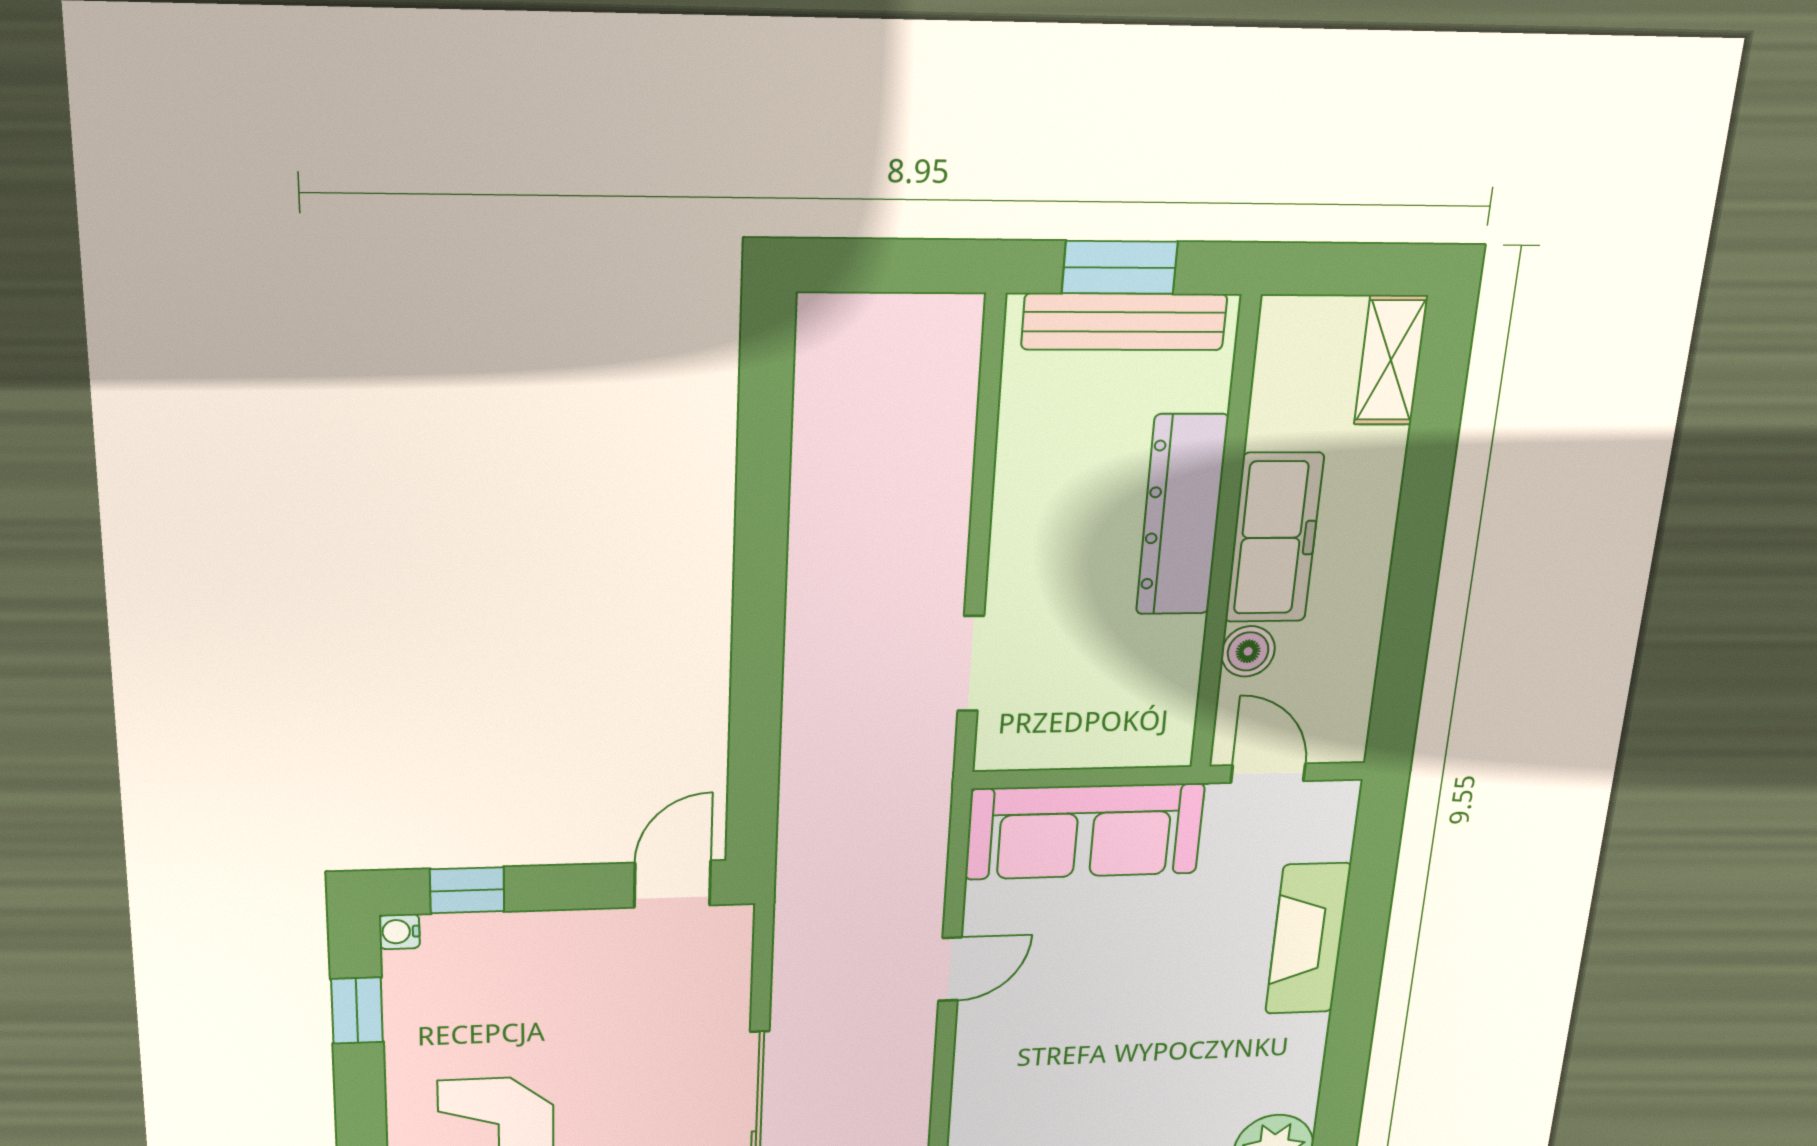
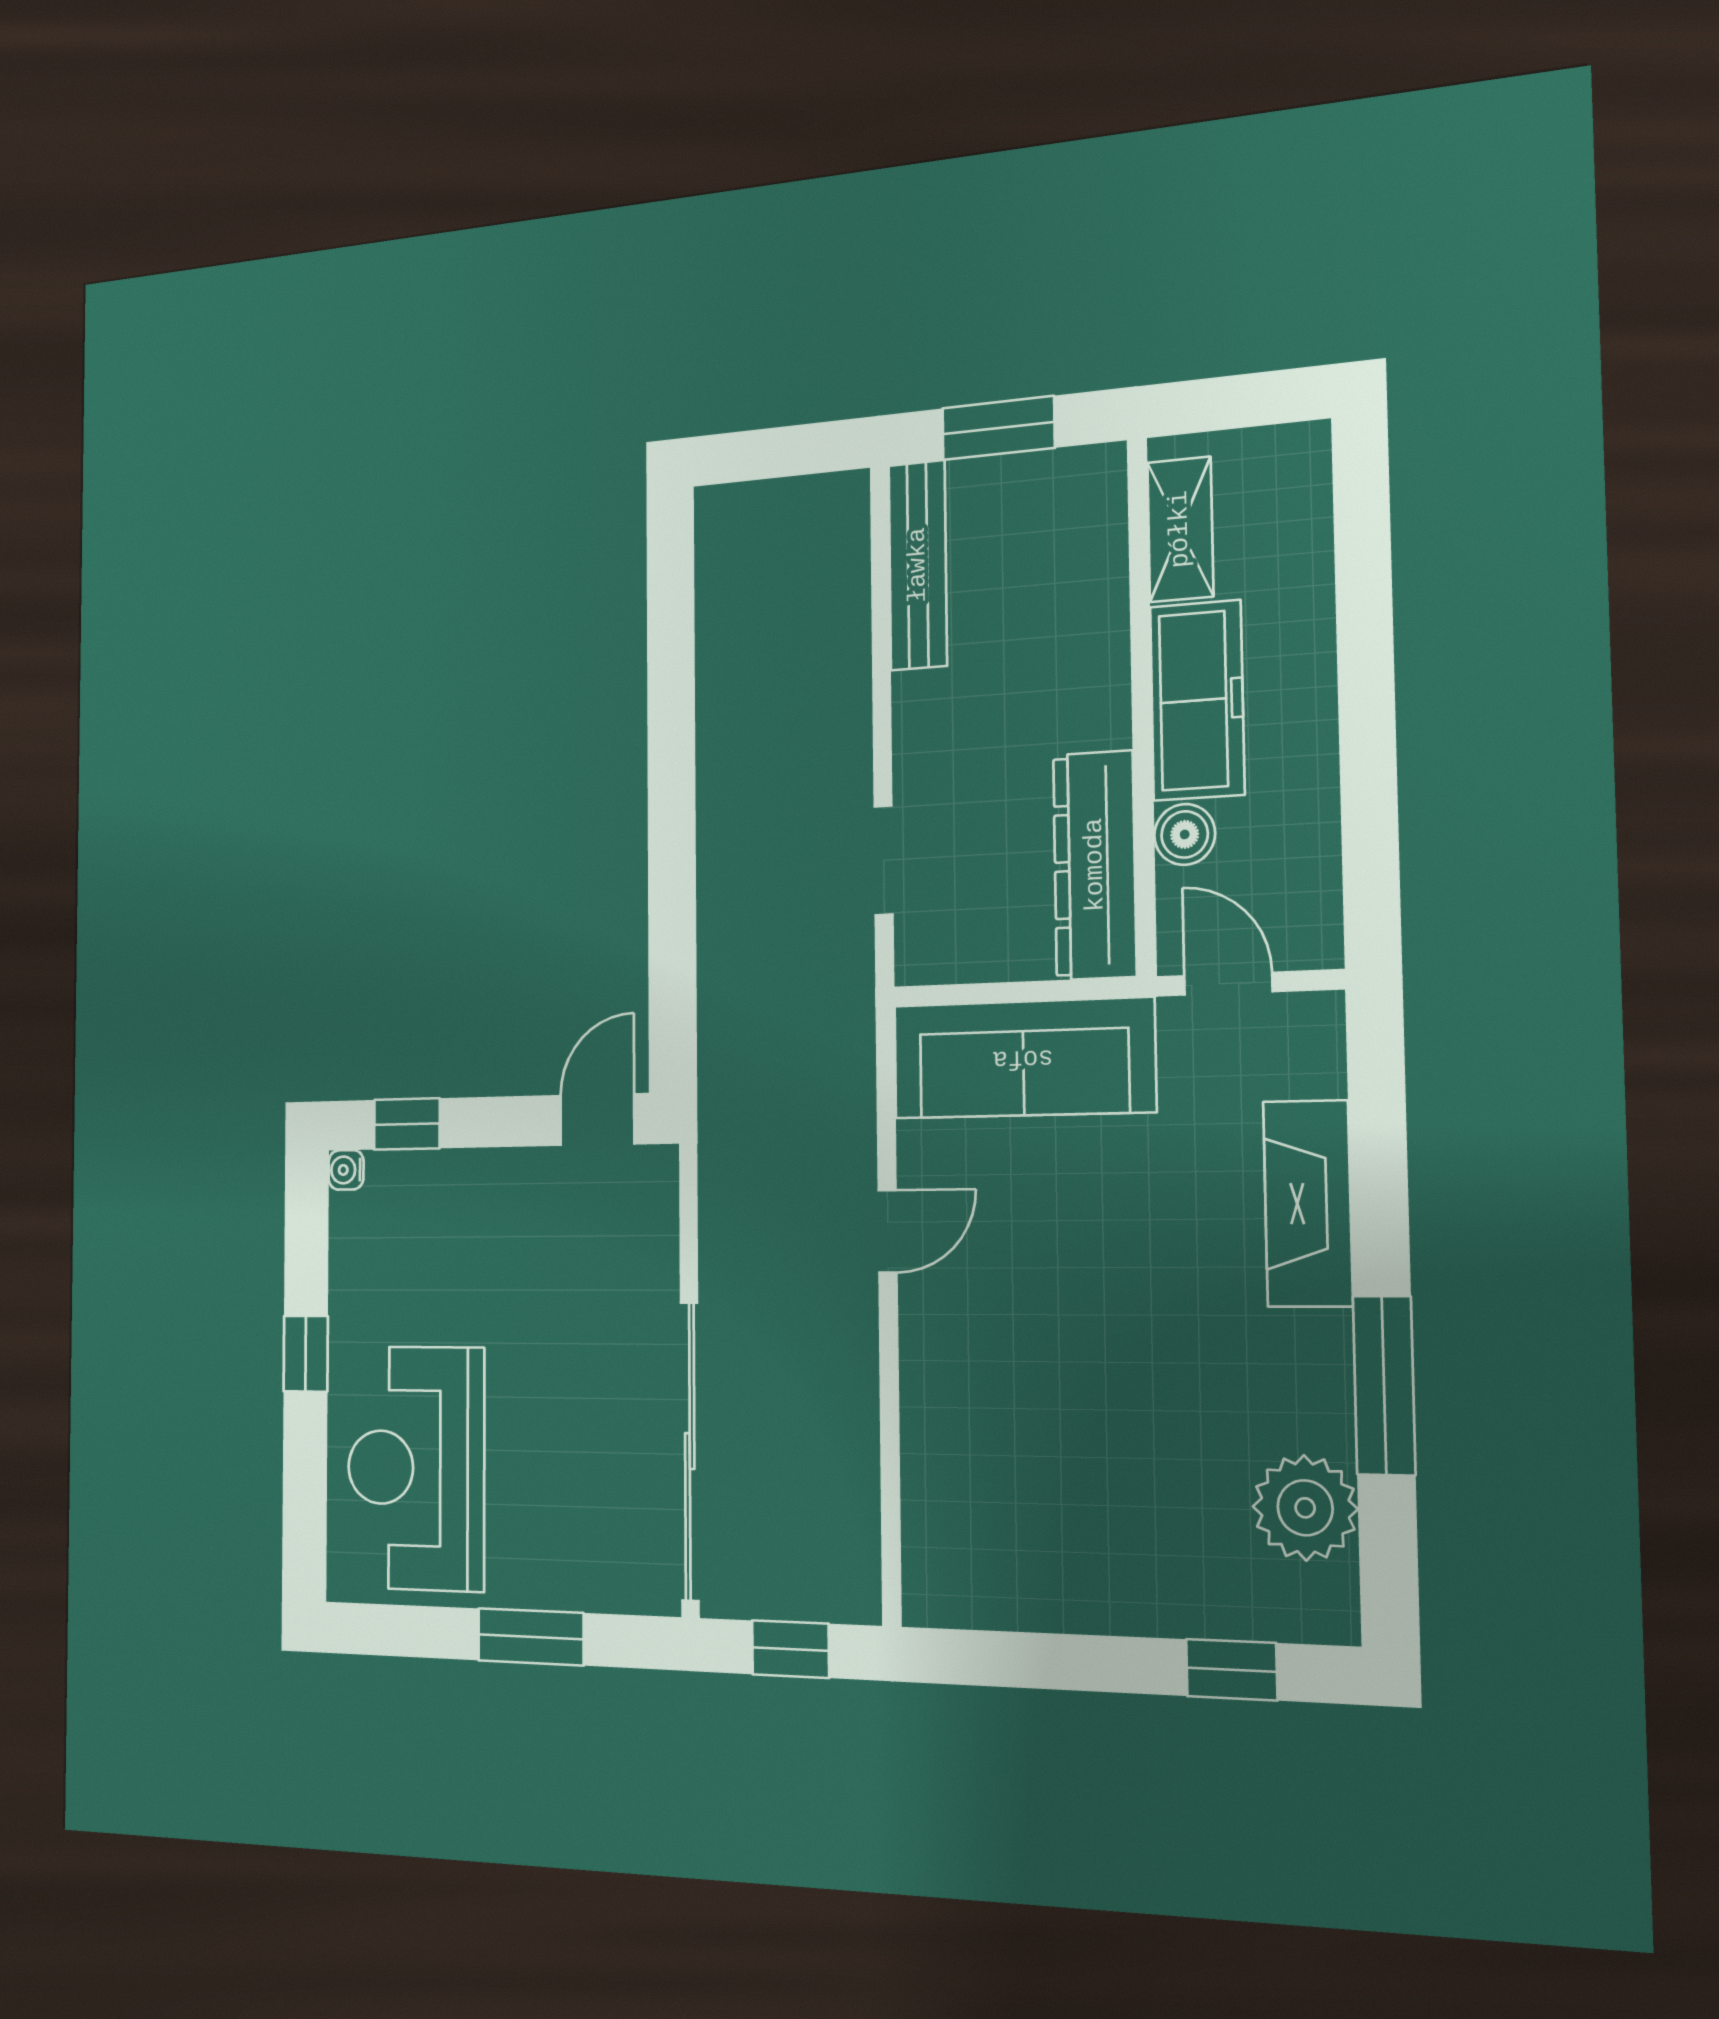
bench: (1124, 322) -> (918, 565), moved, turned 90
shelving: (1391, 360) -> (1180, 529), moved
dresser: (1182, 515) -> (1095, 865), moved
window: (357, 1011) -> (306, 1354), moved
window: (1346, 1064) -> (1384, 1385), added

